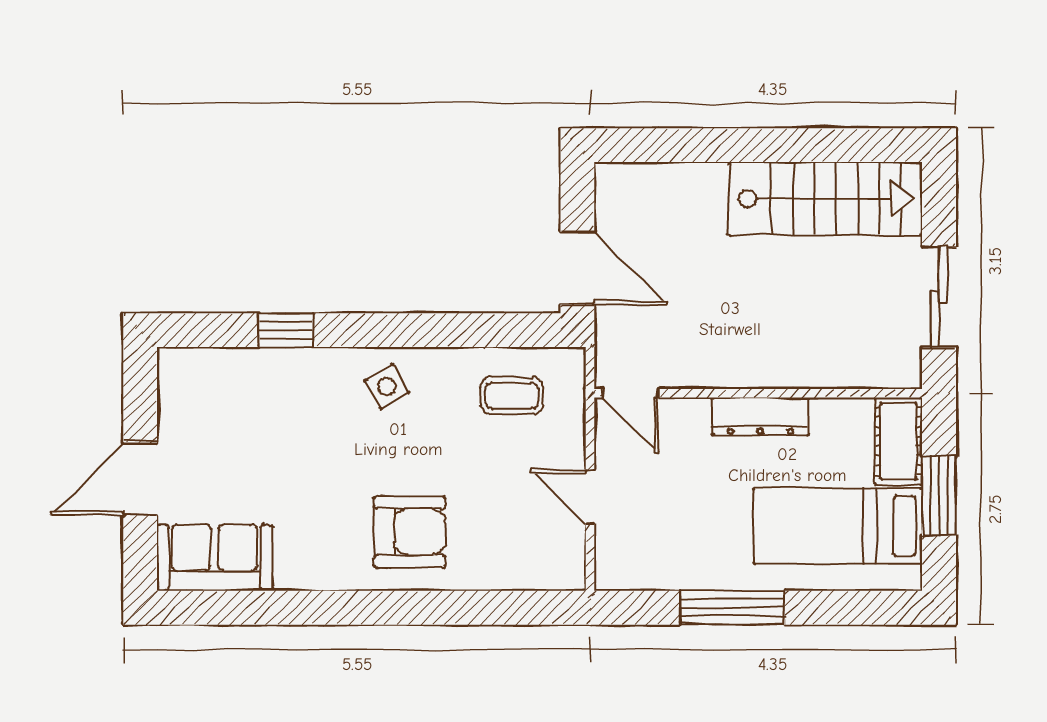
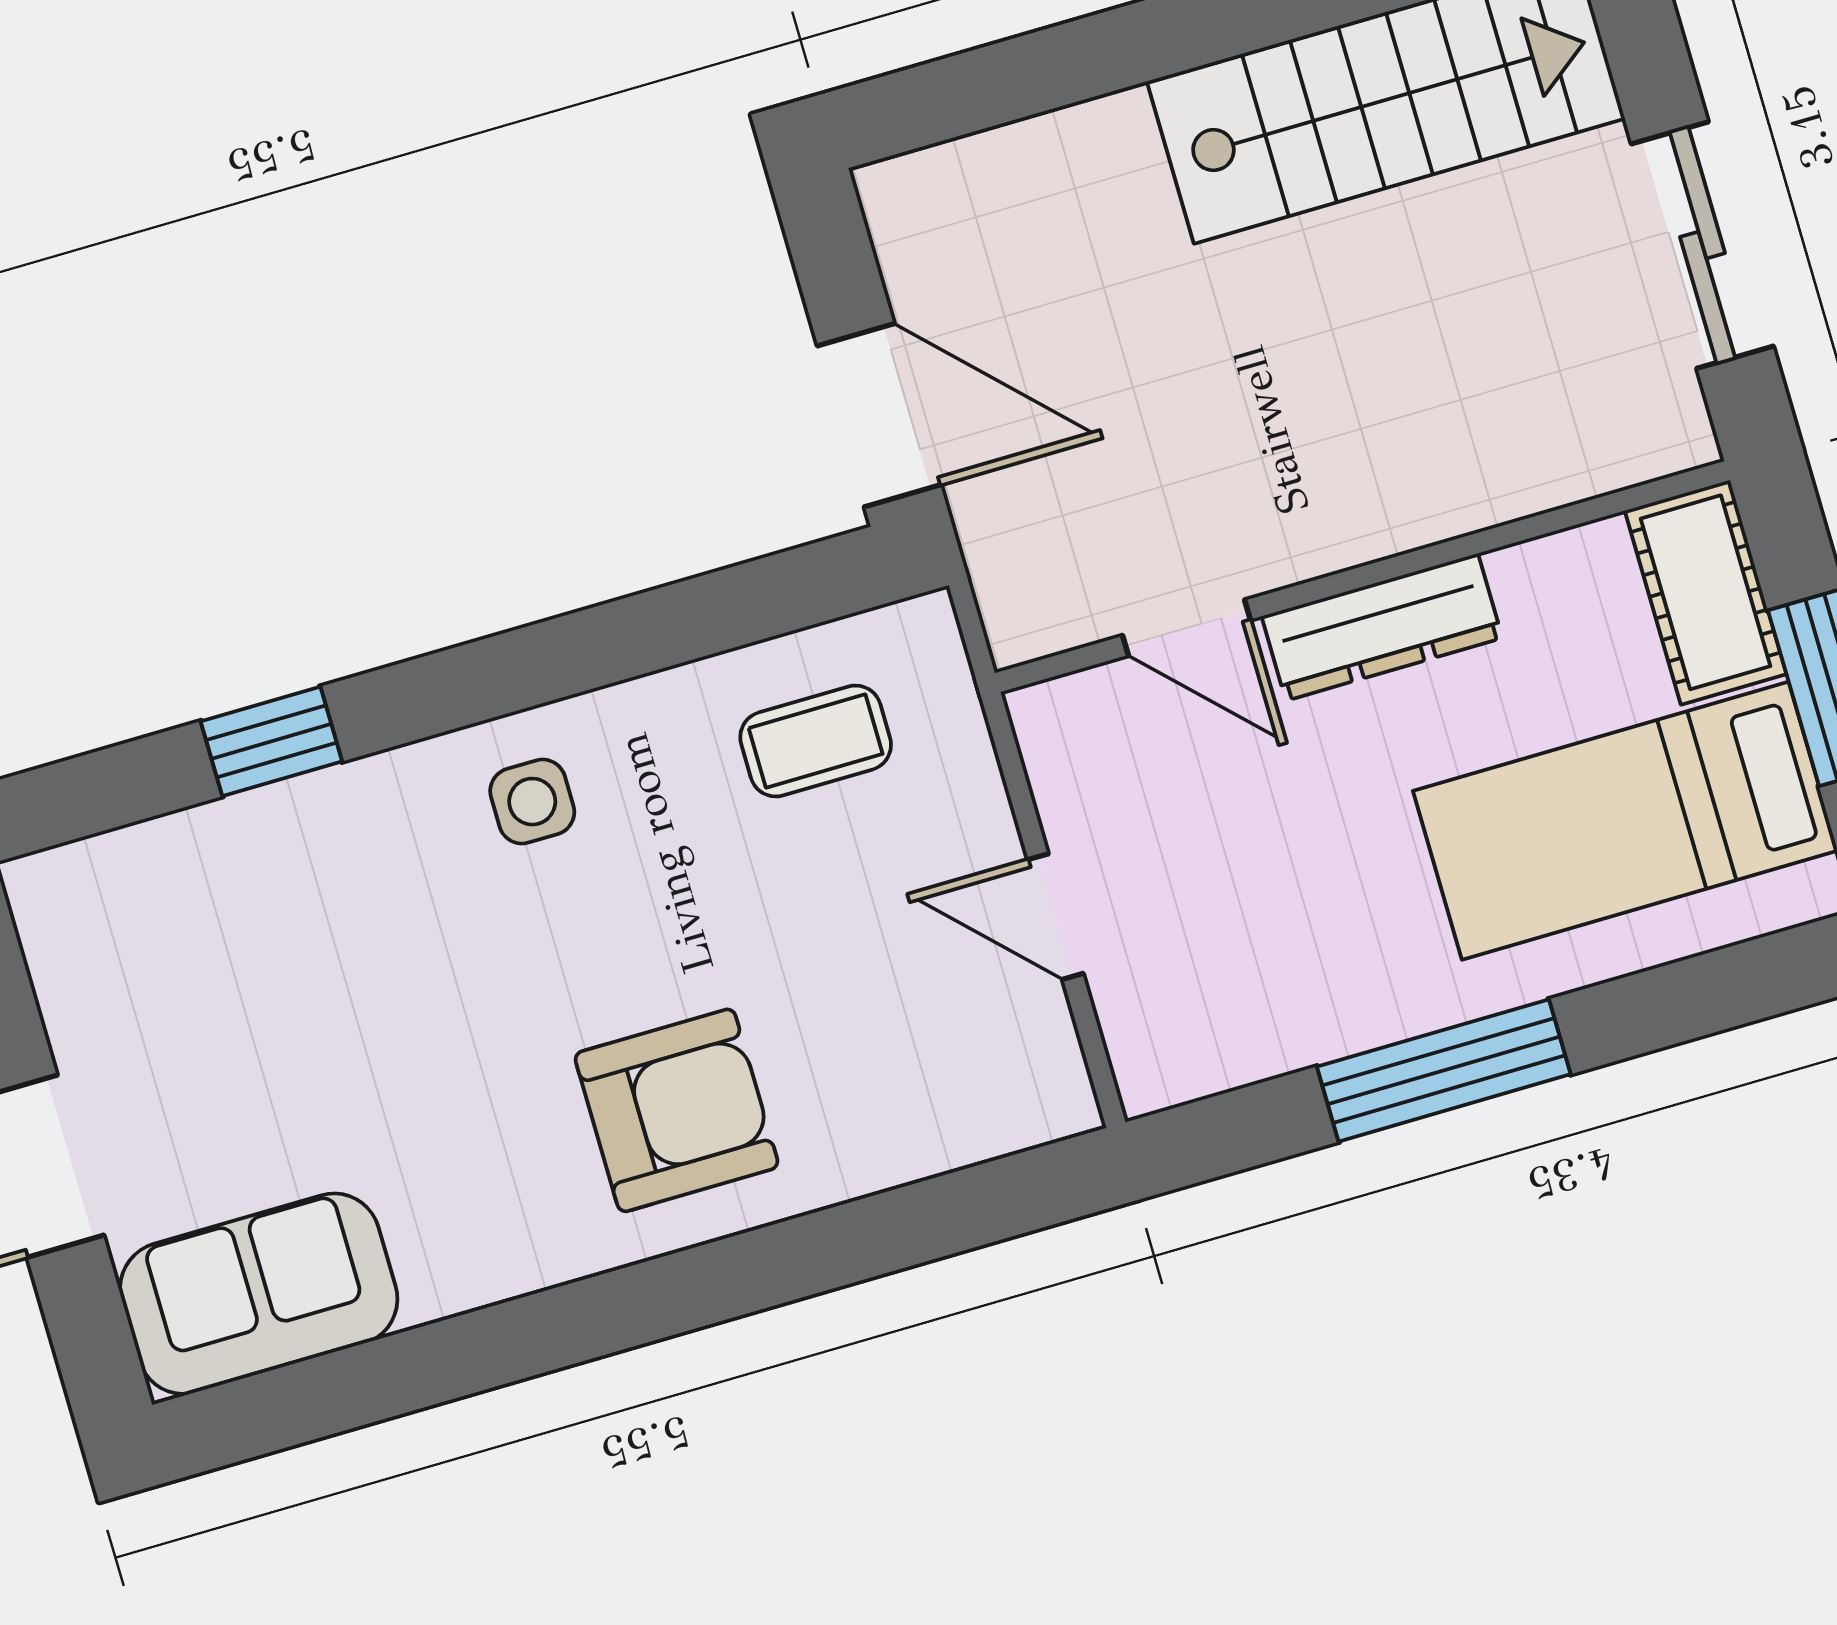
side table: (387, 387) -> (532, 802), turned 30
door: (630, 393) -> (1186, 628), moved

